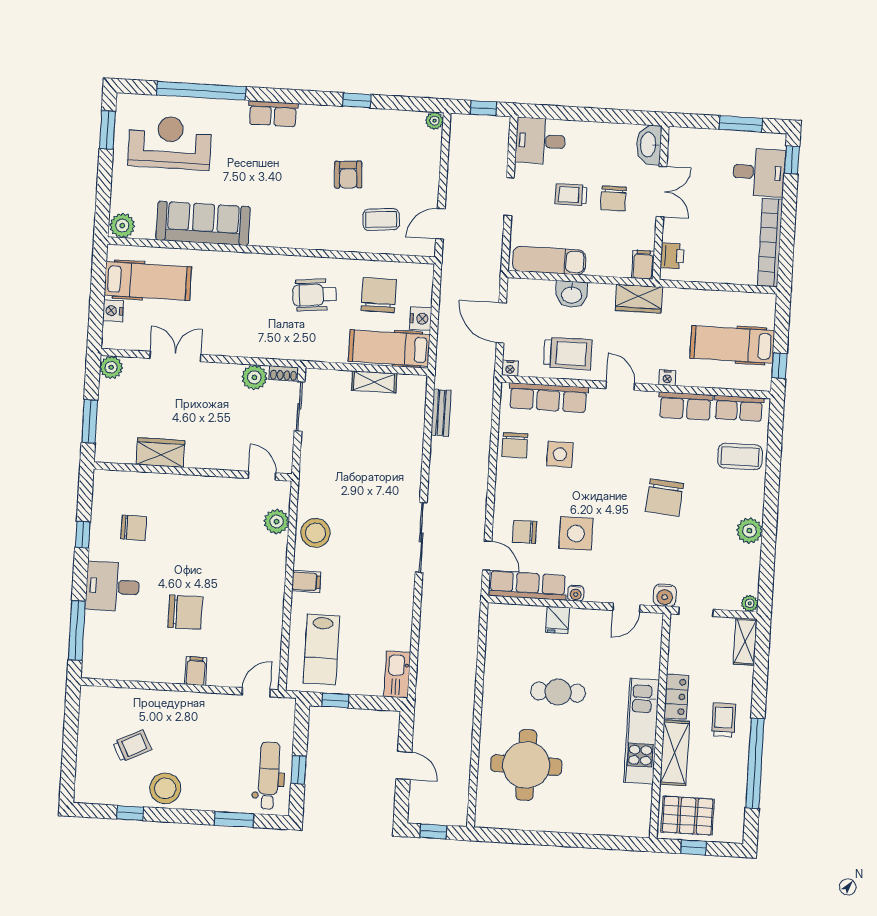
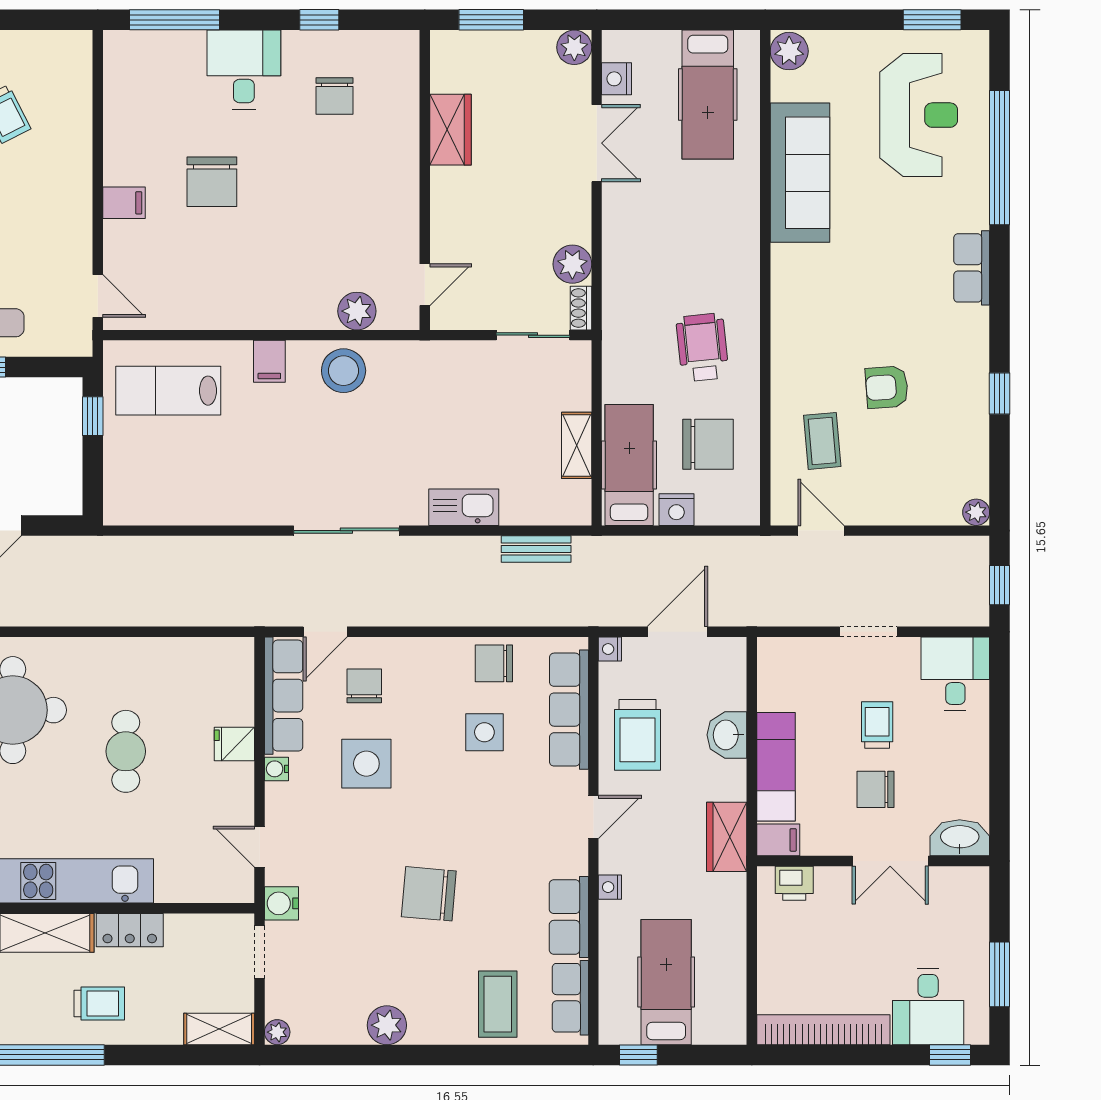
exam couch: (549, 260) -> (776, 767), moved
nightstand: (113, 311) -> (617, 79), moved, turned -90
kitchen sink: (397, 674) -> (464, 507), moved

